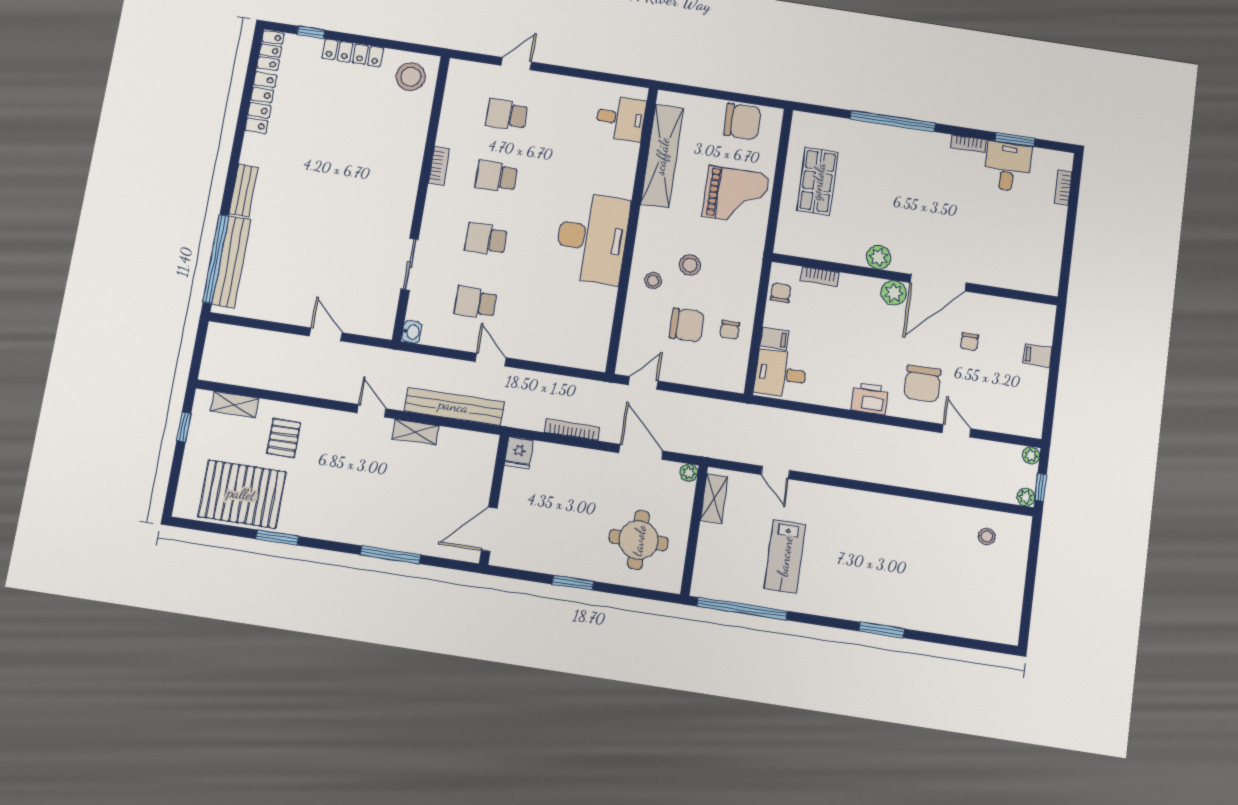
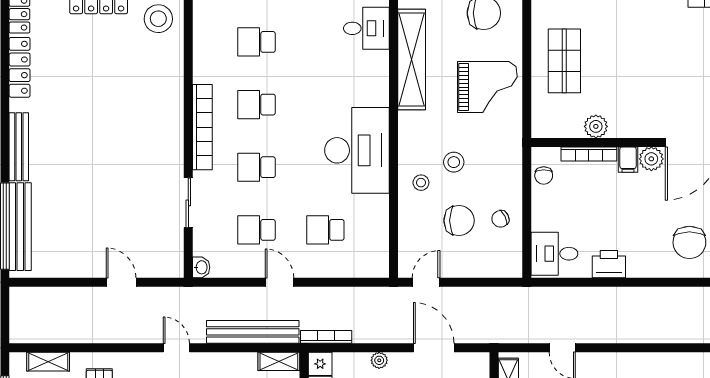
bookcase: (439, 166) -> (202, 127), width x2.31, depth x1.31
bench: (243, 190) -> (19, 147), width x1.36
plant: (879, 257) -> (596, 126), moved
bookcase: (820, 276) -> (589, 154), width x1.56
chair: (781, 293) -> (544, 175), turned 180
school desk: (547, 313) -> (325, 230), added
chair: (730, 330) -> (500, 219), turned 63
filing cabinet: (774, 339) -> (628, 160), moved, turned 90
printer: (870, 399) -> (609, 264), moved
bookcase: (572, 430) -> (326, 337), moved
shelving: (416, 432) -> (279, 361), moved
plant: (689, 473) -> (379, 360), moved

